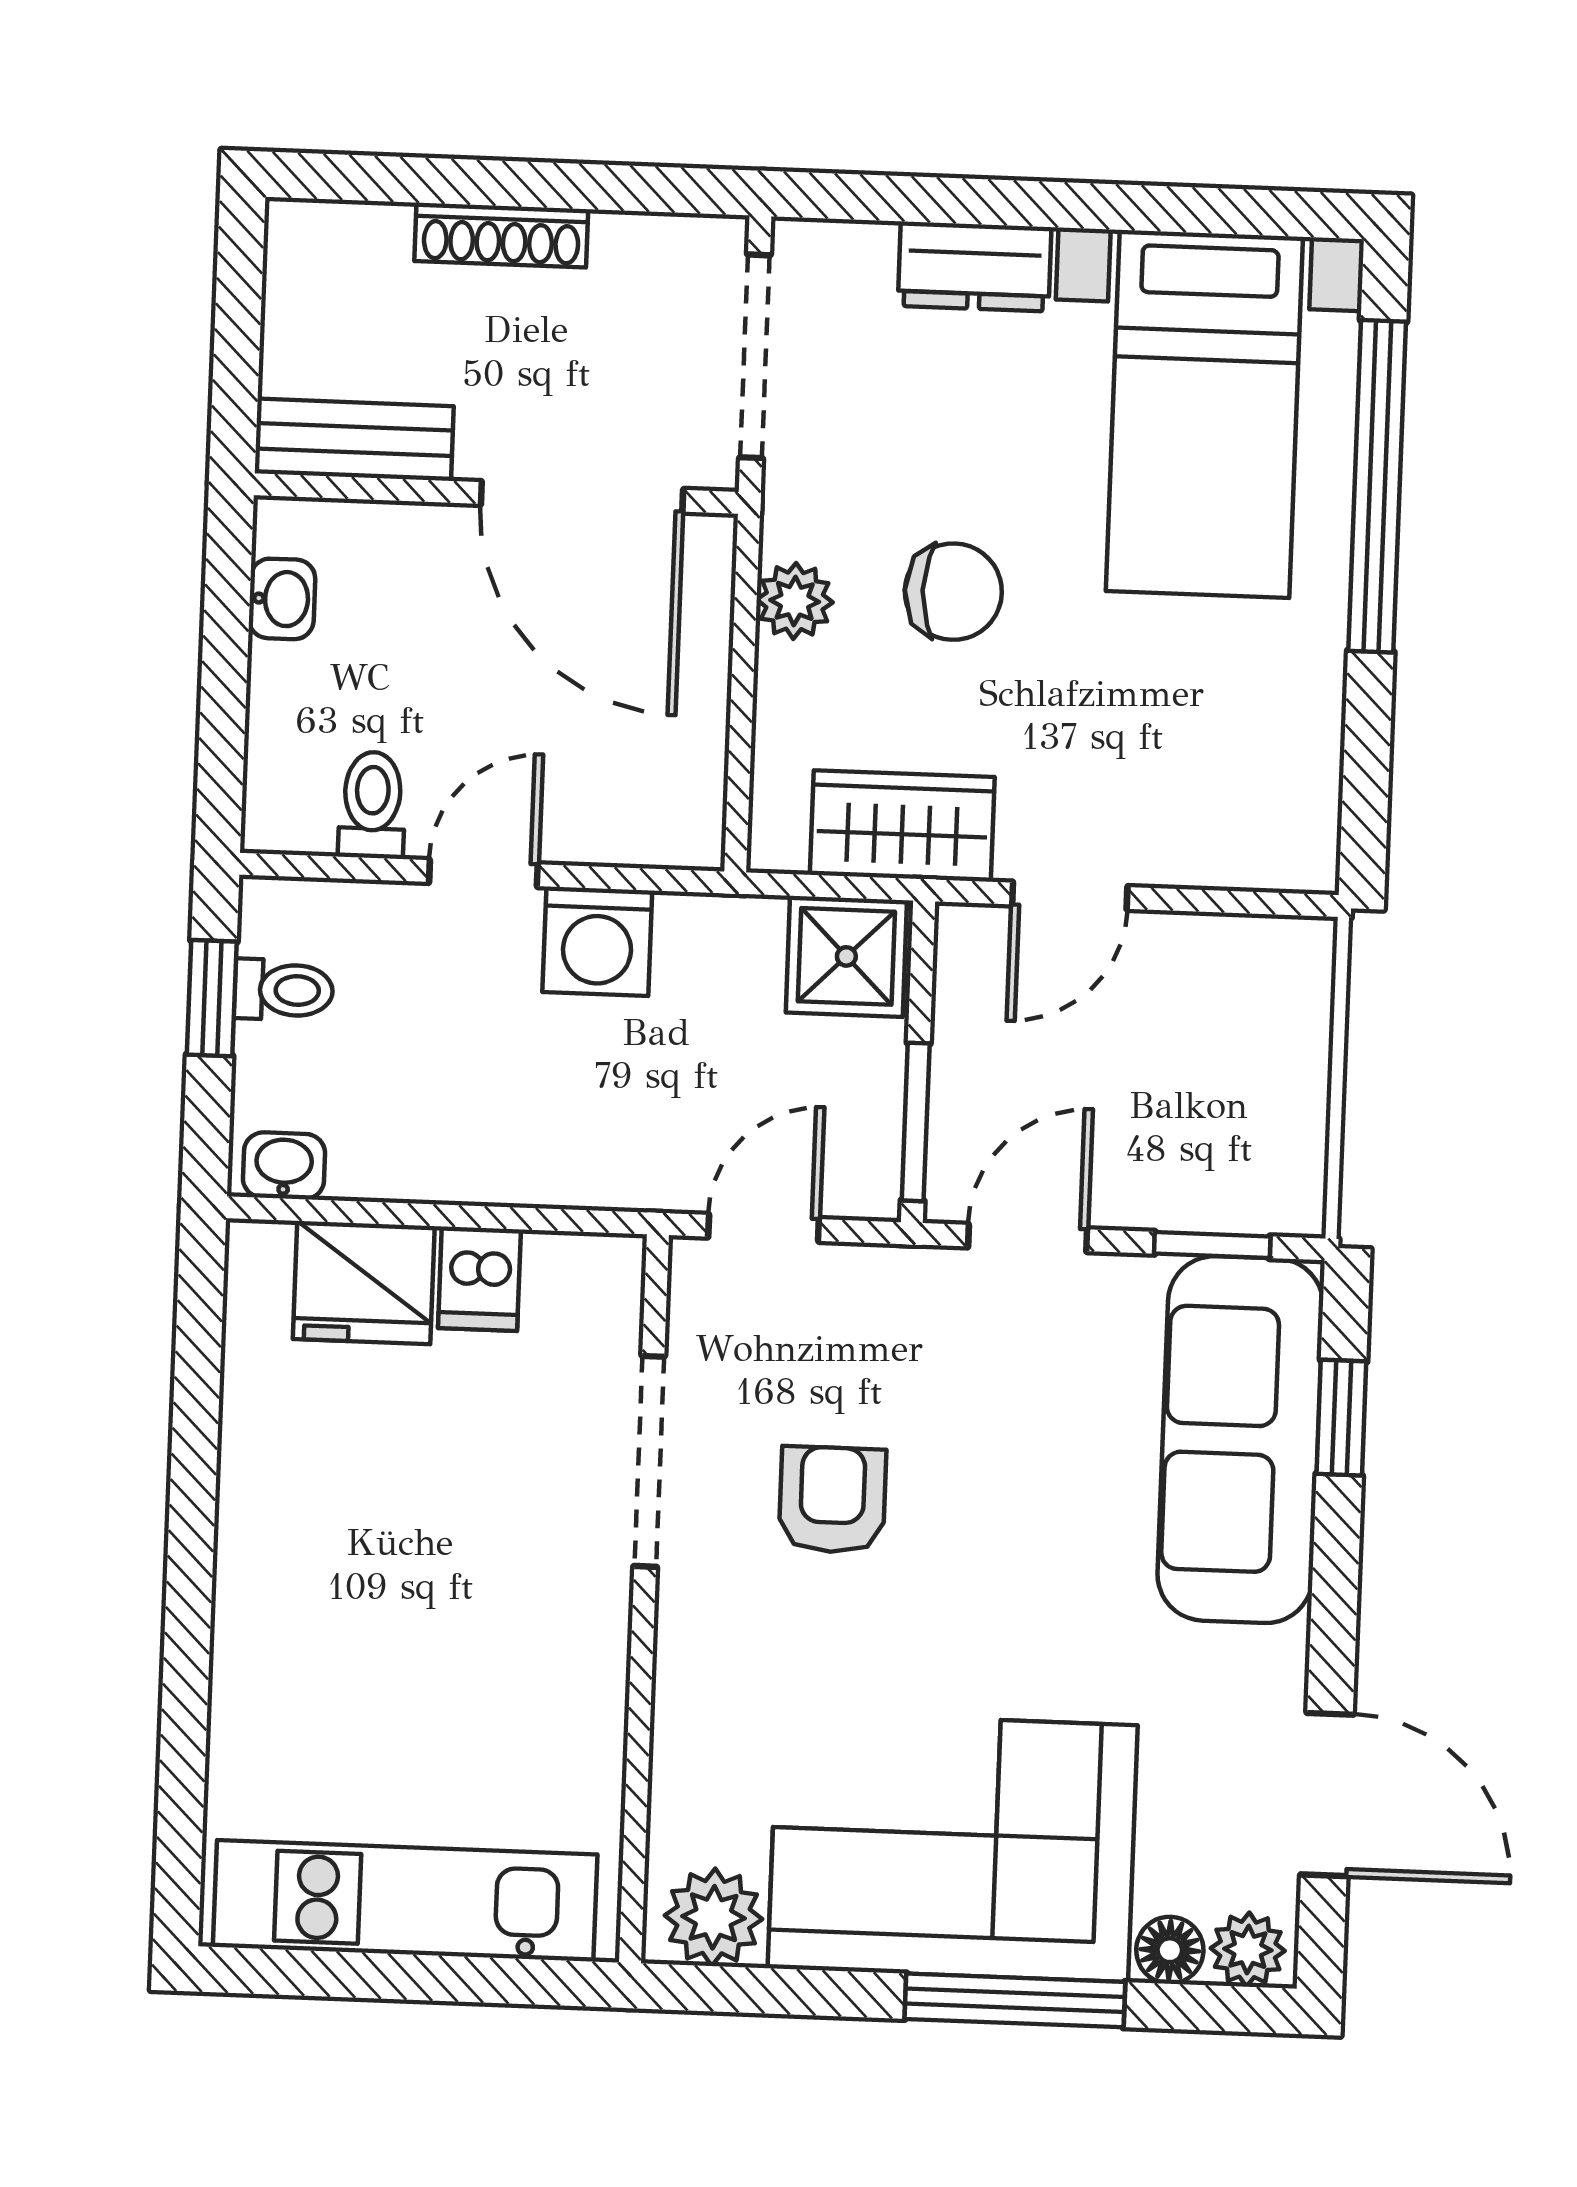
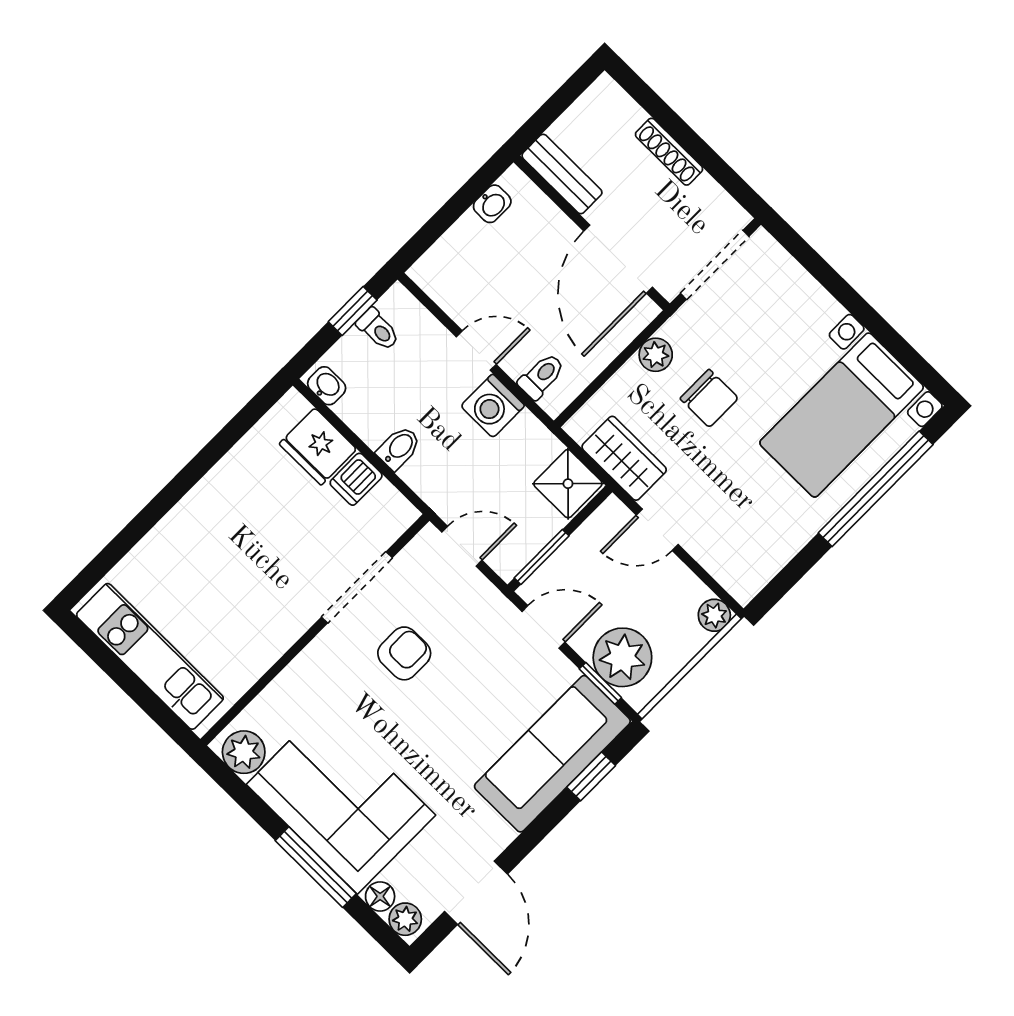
dresser: (975, 267) -> (811, 301), removed
toilet: (372, 805) -> (541, 376), moved
plant: (1300, 952) -> (714, 615), added
bidet: (503, 1159) -> (399, 448), added
plant: (1209, 1167) -> (622, 657), added

